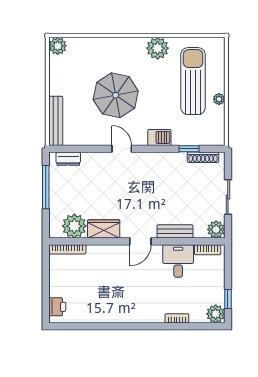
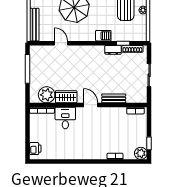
door: (122, 149) -> (61, 43), moved
dresser: (68, 159) -> (113, 50), moved
plant: (216, 229) -> (141, 97), removed
door: (140, 241) -> (91, 105), swing flipped
desk: (178, 261) -> (65, 118), moved

